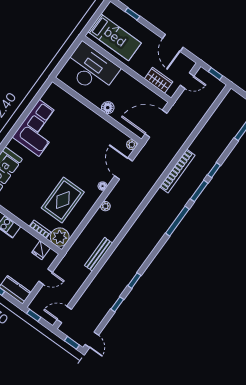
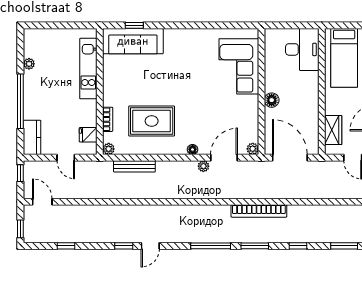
desk: (91, 69) -> (302, 49), width x0.73, depth x0.77
corner sofa: (39, 128) -> (239, 66), moved, turned 90
window: (214, 170) -> (298, 246), moved
plant: (105, 206) -> (203, 166), moved
plant: (60, 237) -> (109, 149), width x0.53, depth x0.53
bench: (99, 254) -> (134, 166), moved
window: (117, 304) -> (66, 246), moved
door: (92, 340) -> (150, 246), moved

